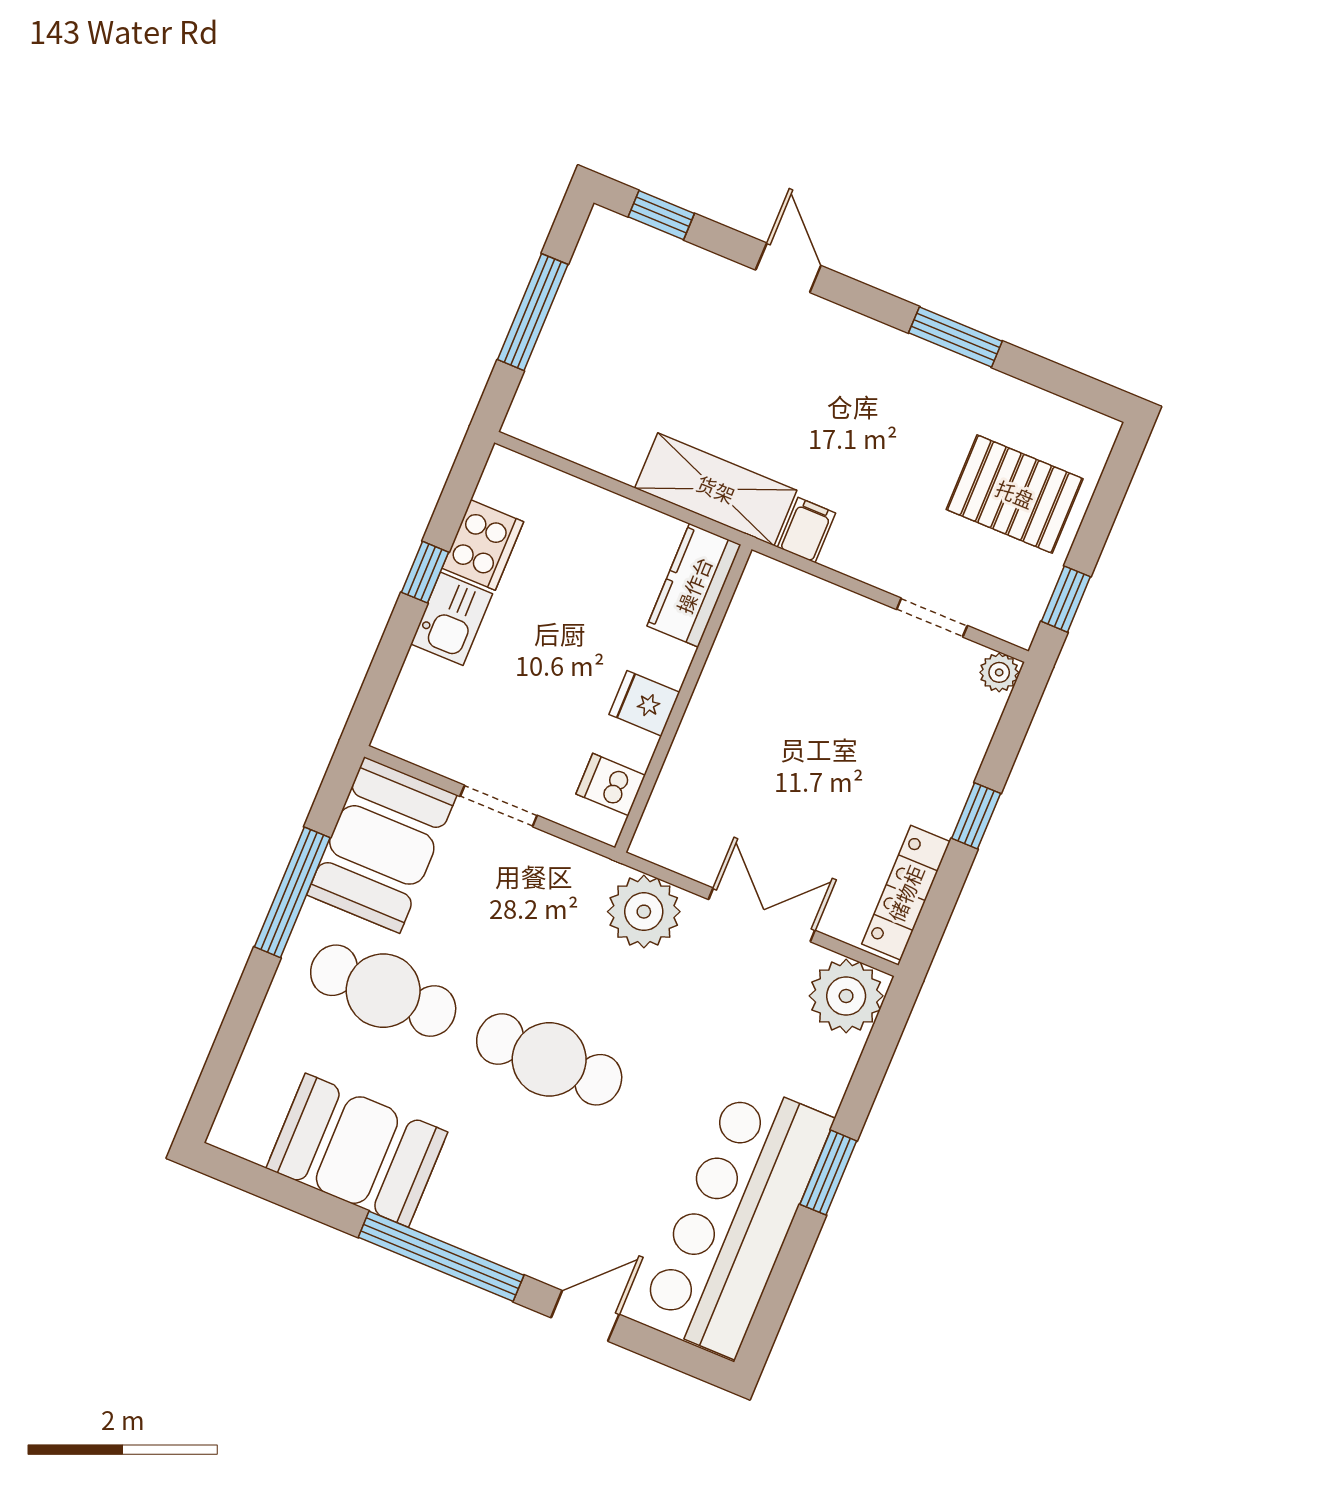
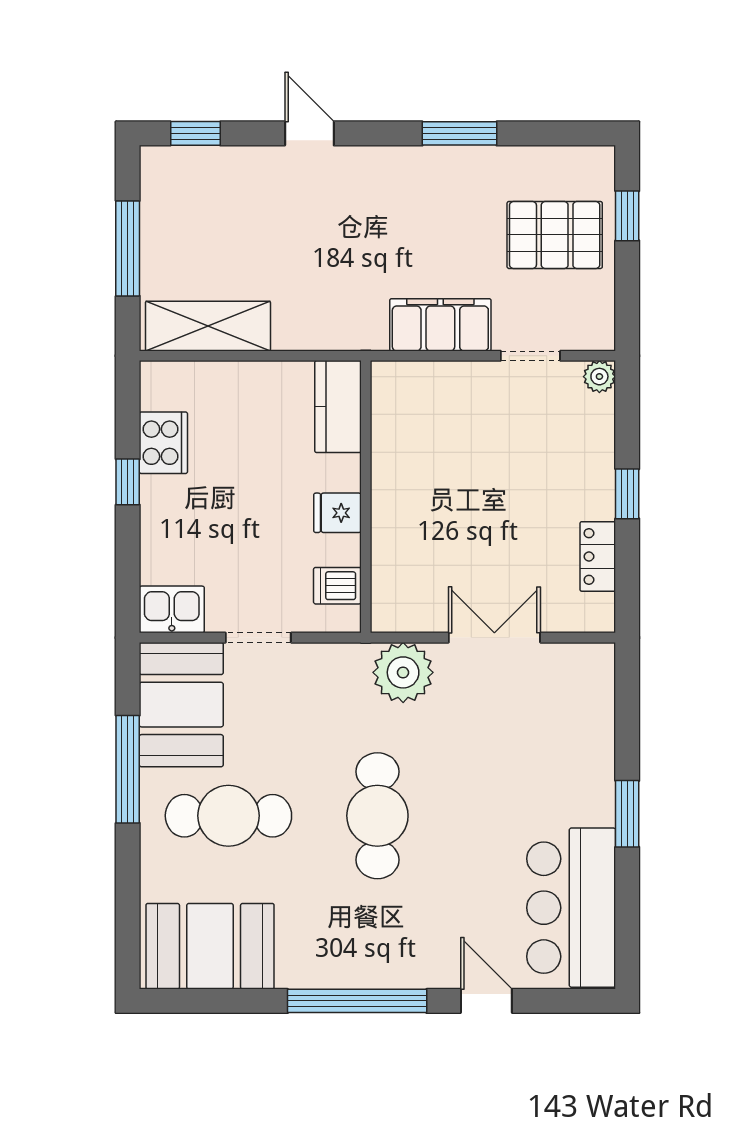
shelving: (716, 489) -> (208, 326), moved
filing cabinet: (807, 530) -> (440, 325), width x3.00, depth x1.17
window: (1066, 599) -> (627, 216), moved
kitchen sink: (452, 619) -> (172, 609), moved, turned -90
locker: (906, 893) -> (598, 556), width x0.66
plant: (846, 996) -> (585, 673), removed
cafe table: (549, 1059) -> (377, 816), turned 90
booth: (357, 1150) -> (210, 946), moved
bar counter: (736, 1219) -> (571, 908), width x0.73
door: (585, 1316) -> (486, 1001), hinge flipped

